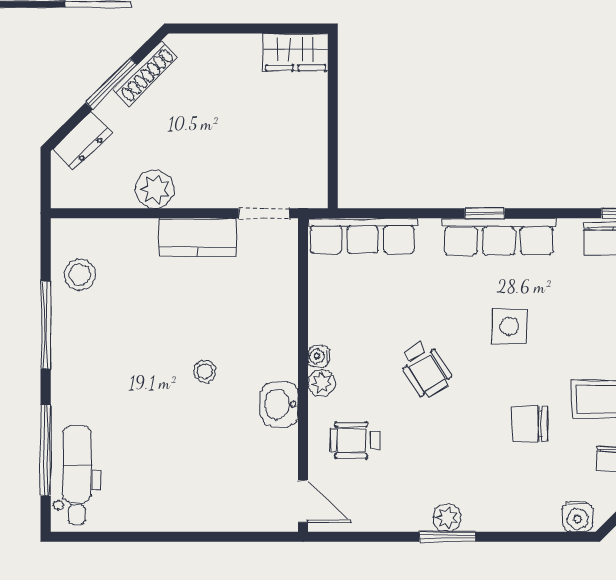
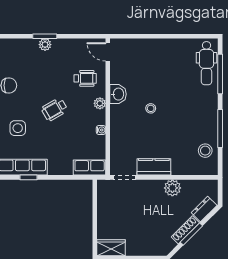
shoe rack: (145, 73) -> (185, 230), moved
row of seats: (362, 236) -> (90, 168), width x0.68
water cooler: (319, 356) -> (101, 130), moved
wheelchair: (425, 369) -> (54, 109), turned -88

